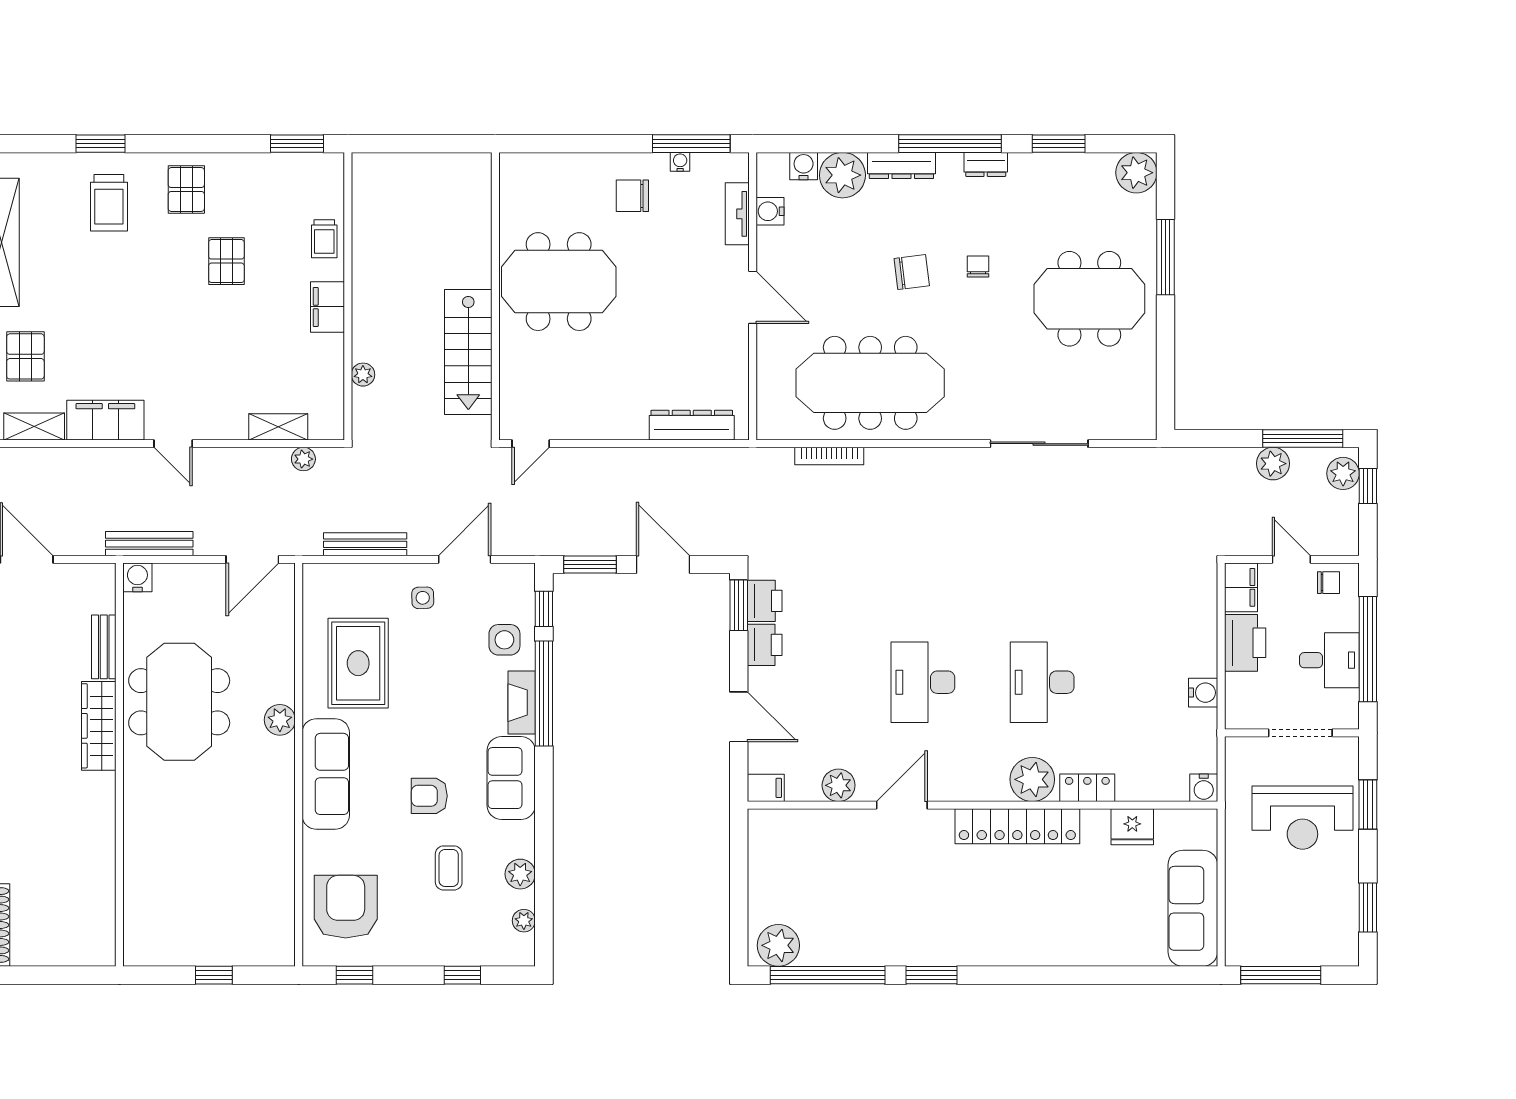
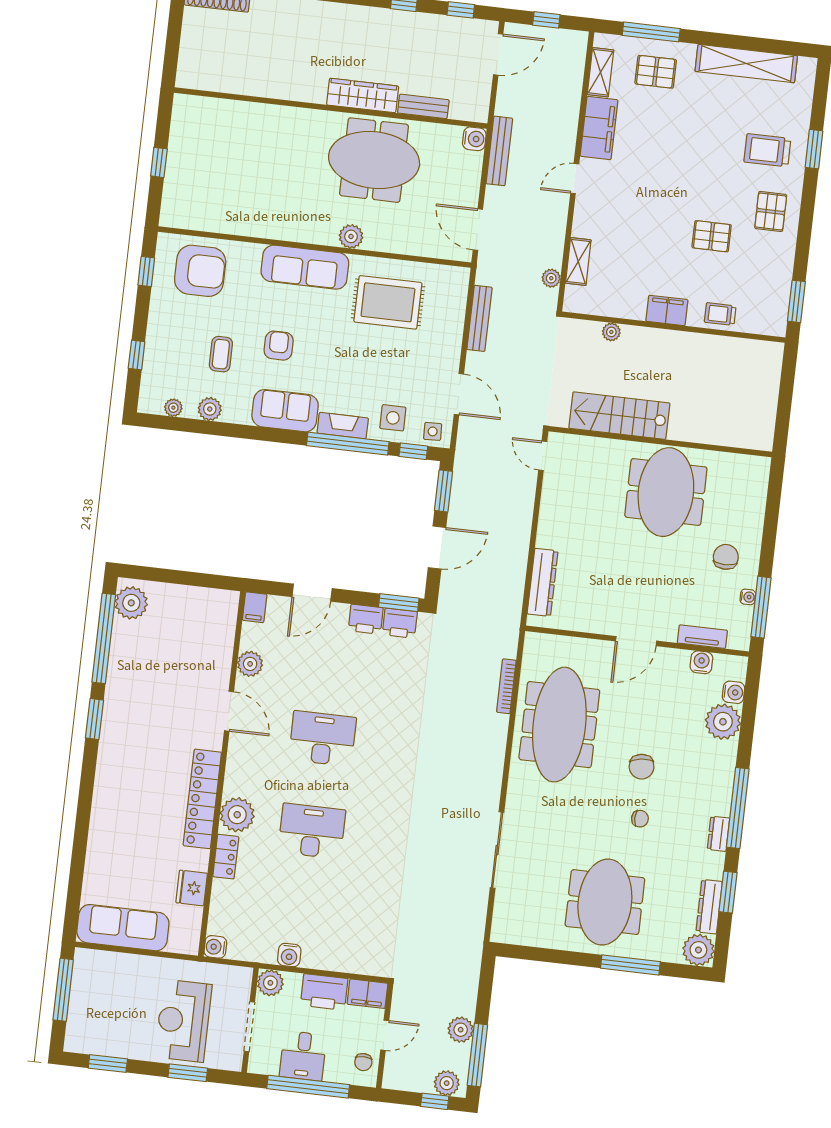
dresser: (901, 165) -> (709, 907), moved
pallet: (186, 189) -> (771, 212), turned 90
side table: (423, 598) -> (433, 431), moved
plant: (1241, 713) -> (270, 983), added
coffee table: (449, 868) -> (221, 354), turned 90

